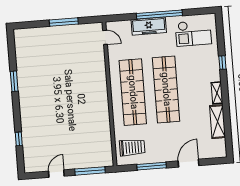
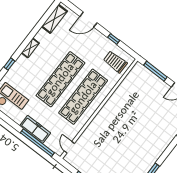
window: (159, 15) -> (37, 143), moved
shelving: (217, 122) -> (54, 19), moved
window: (152, 166) -> (114, 39), width x0.46

